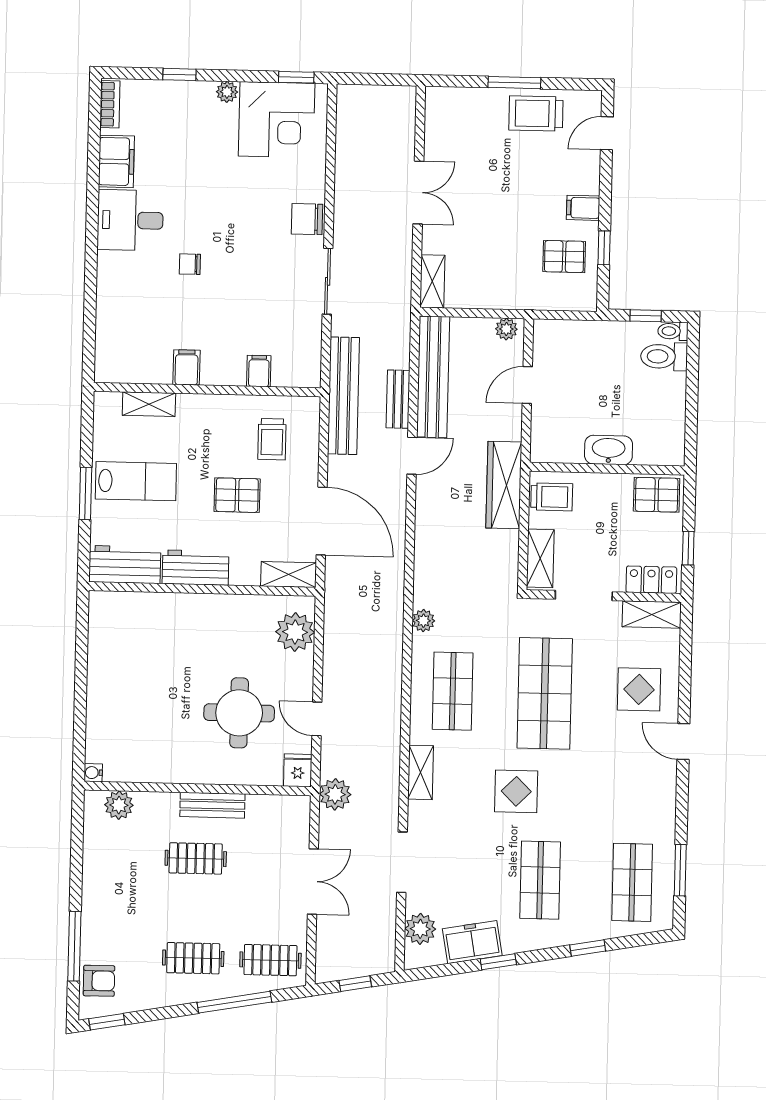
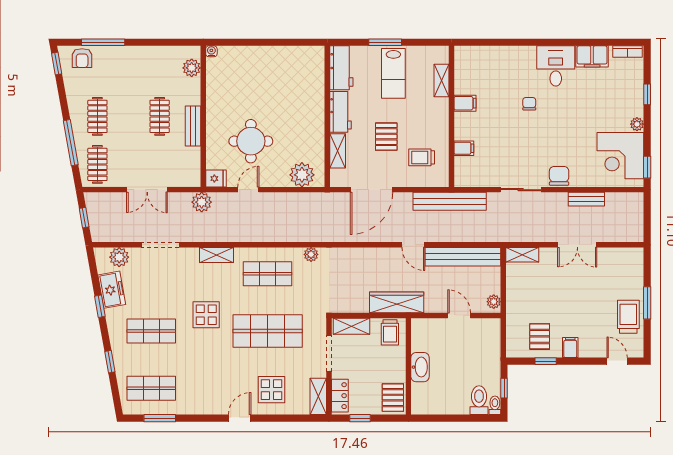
bench: (398, 399) -> (586, 199), moved
shelving: (289, 574) -> (338, 151), moved

